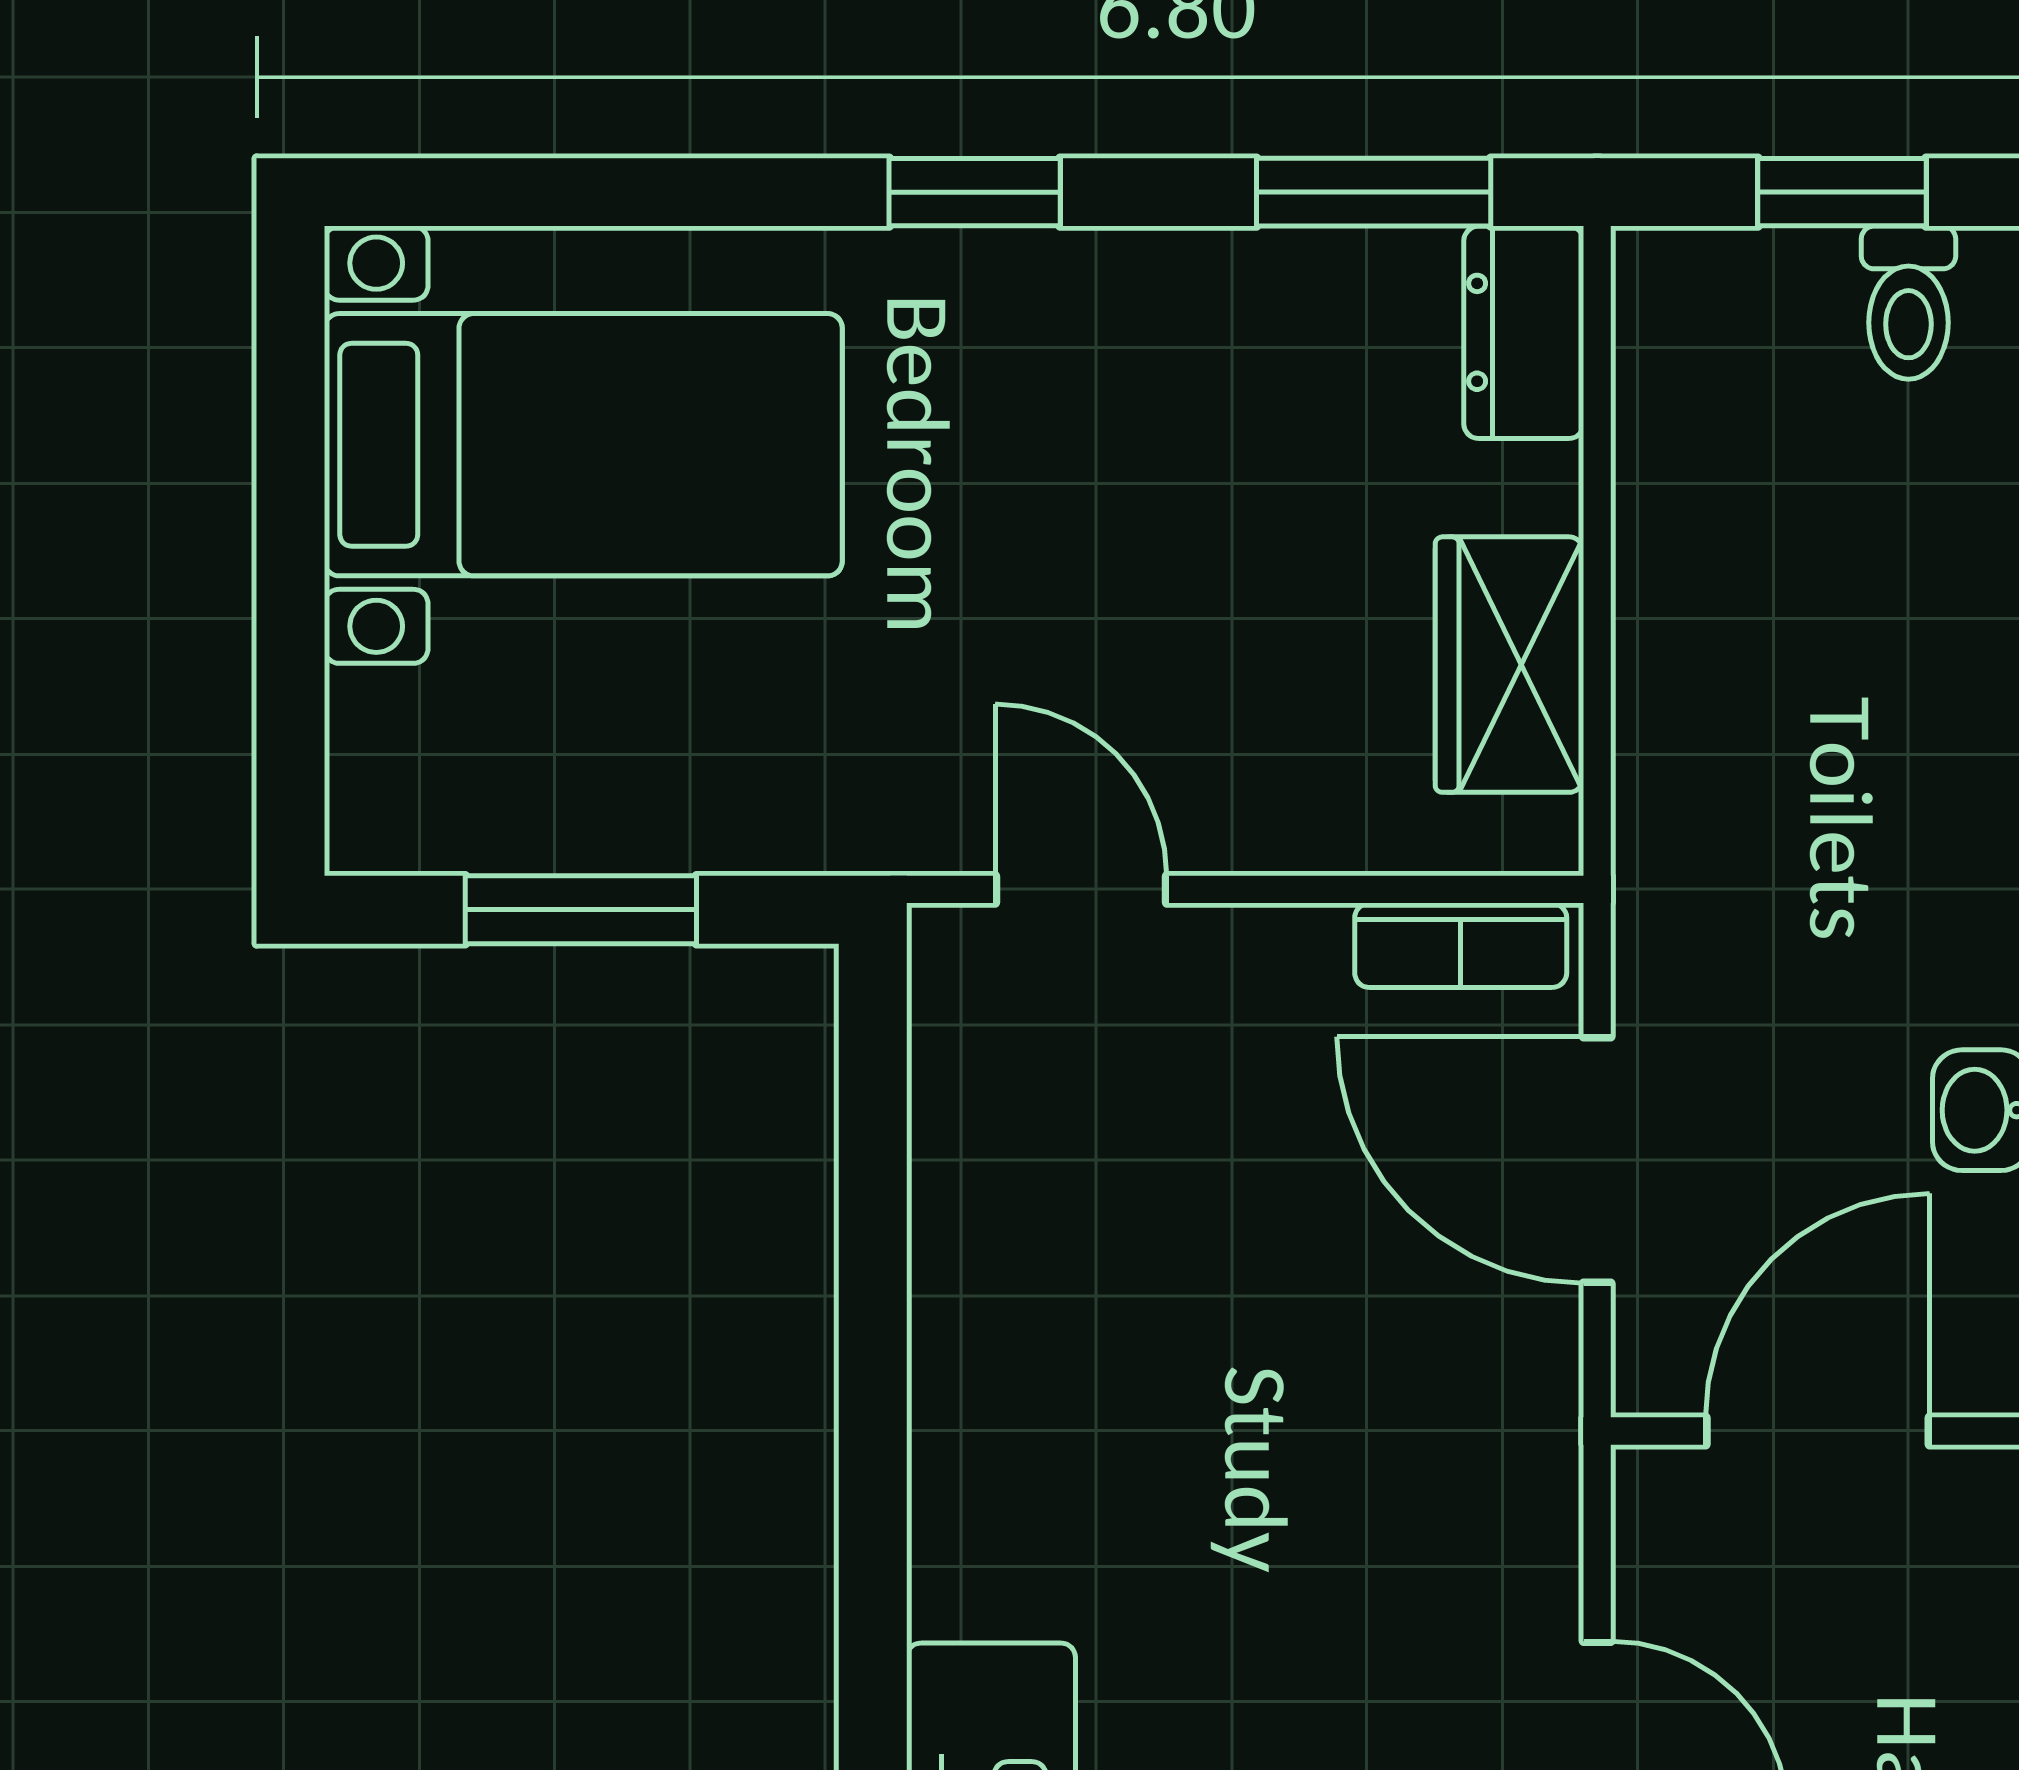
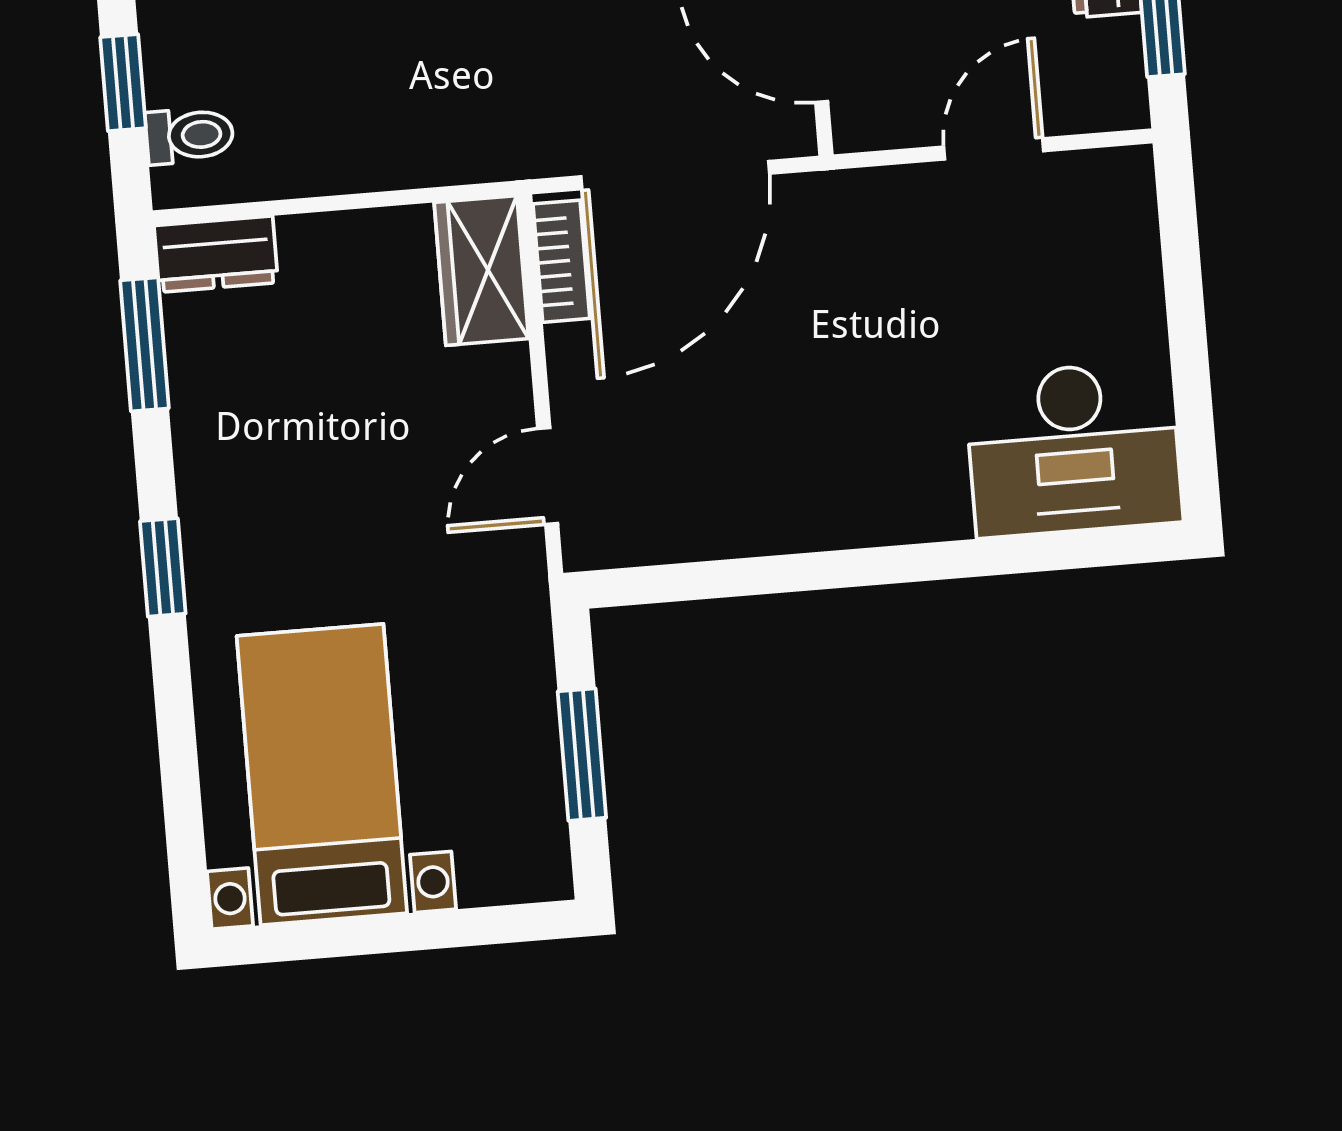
toilet: (1908, 303) -> (190, 135), moved
wardrobe: (1509, 665) -> (481, 271), moved, turned 90
door: (1597, 1160) -> (675, 175), width x1.36

